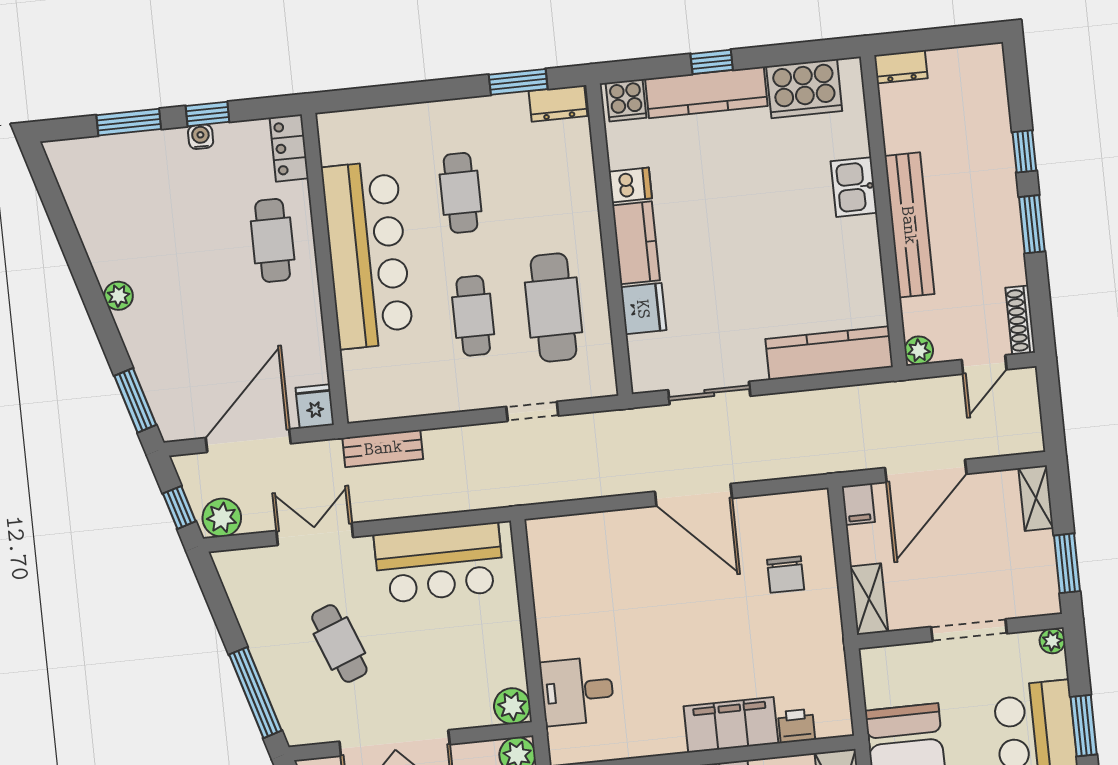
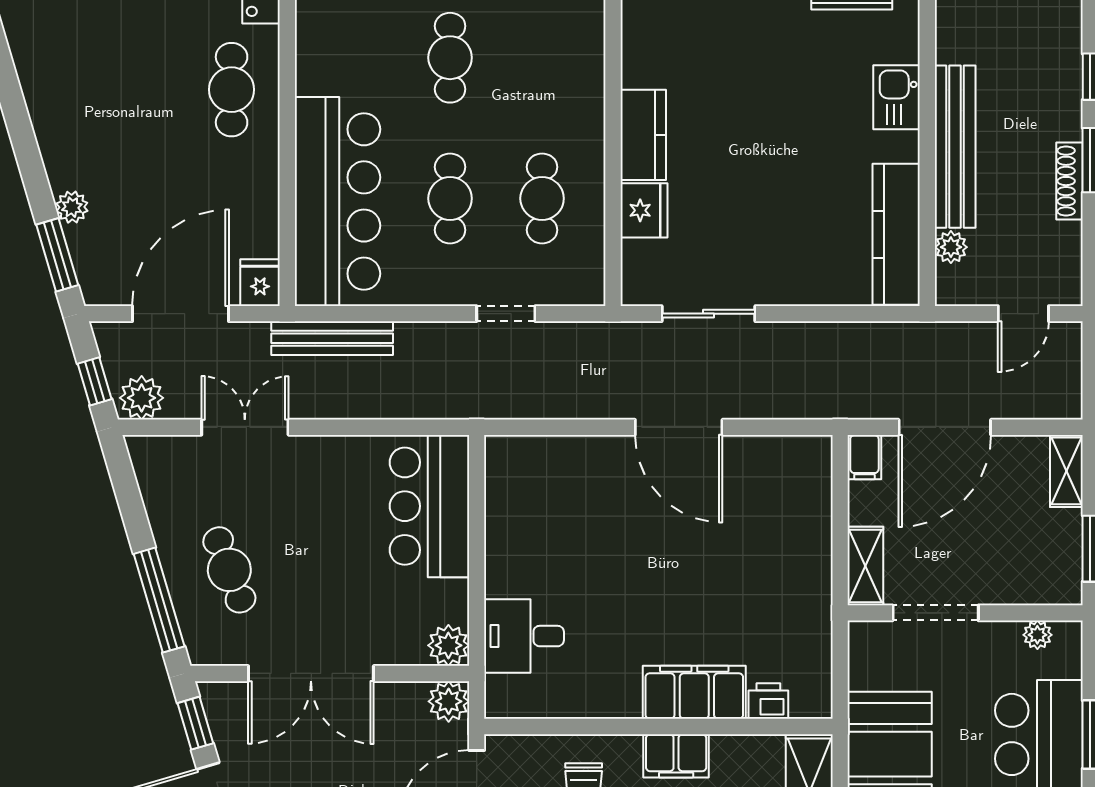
dishwasher: (630, 185) -> (643, 69), removed
bar counter: (367, 255) -> (337, 201), moved
plant: (119, 296) -> (72, 207), moved
cafe table: (554, 307) -> (542, 198), width x0.73, depth x0.74
shoe rack: (1020, 320) -> (1069, 181), moved
plant: (919, 350) -> (951, 247), moved
kitchen counter: (829, 353) -> (896, 234), moved, turned -90
bench: (383, 448) -> (332, 338), width x1.36
bar counter: (439, 563) -> (429, 506), moved, turned 90
chair: (786, 575) -> (774, 528), removed
doorway: (969, 630) -> (936, 613), moved
plant: (1052, 641) -> (1037, 635), moved
cafe table: (339, 643) -> (229, 570), moved

